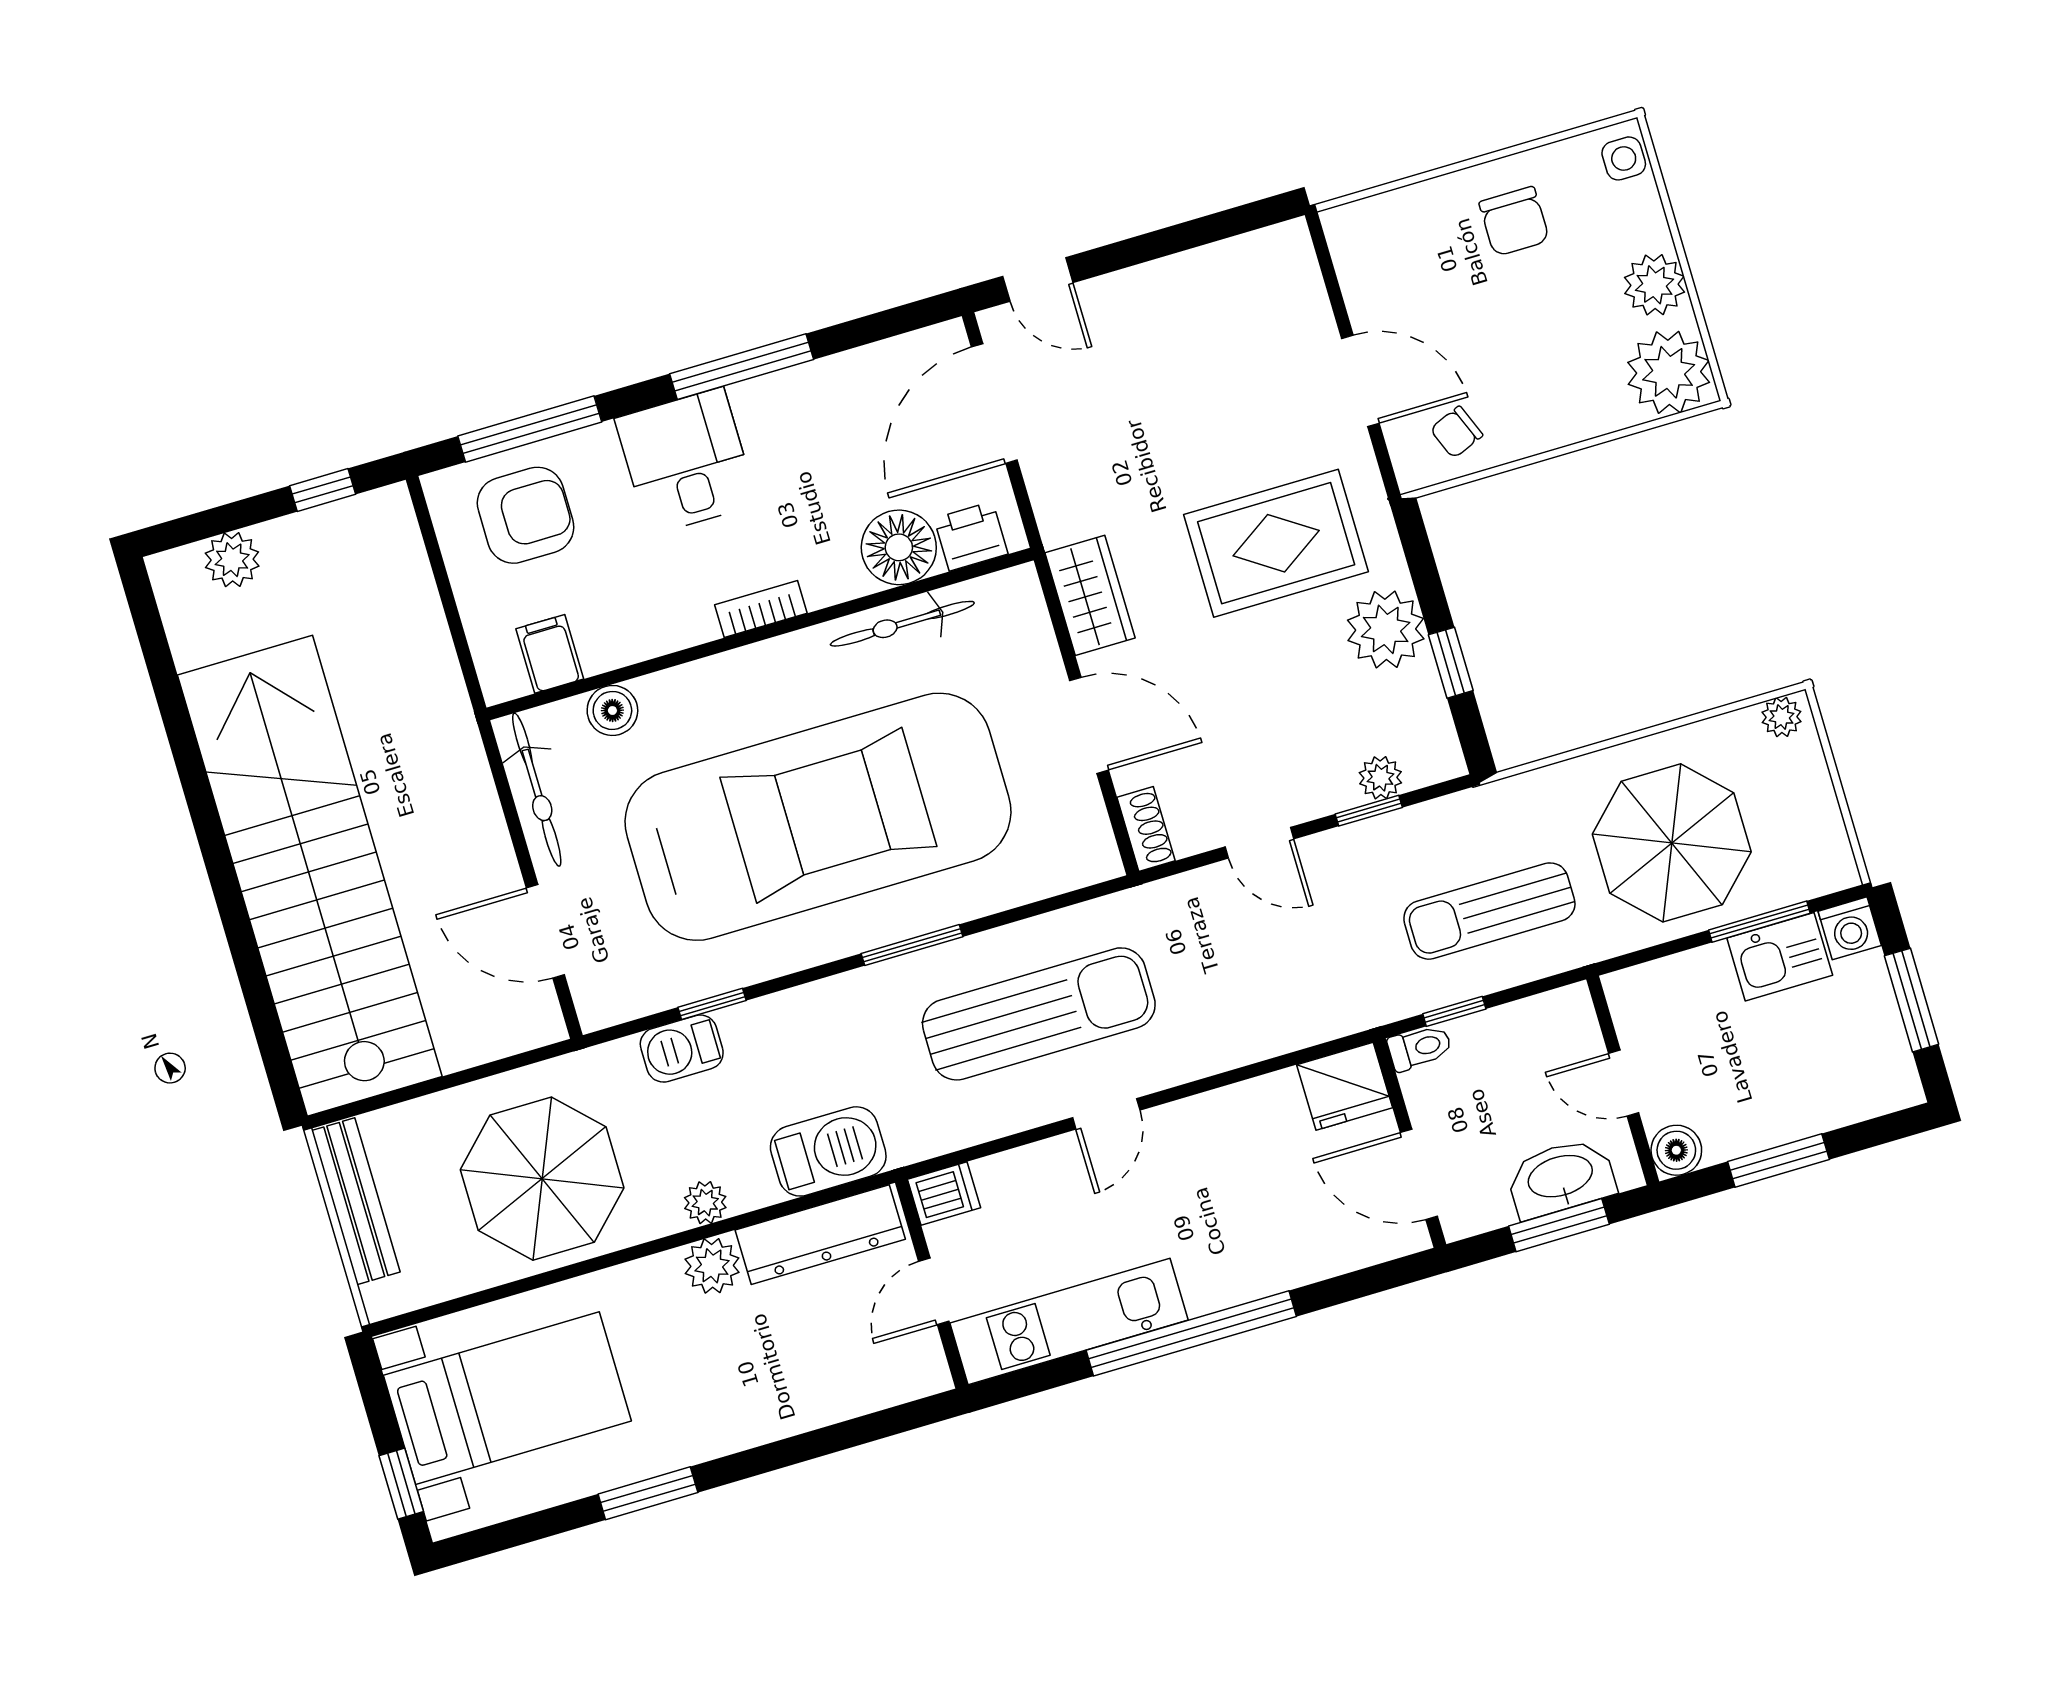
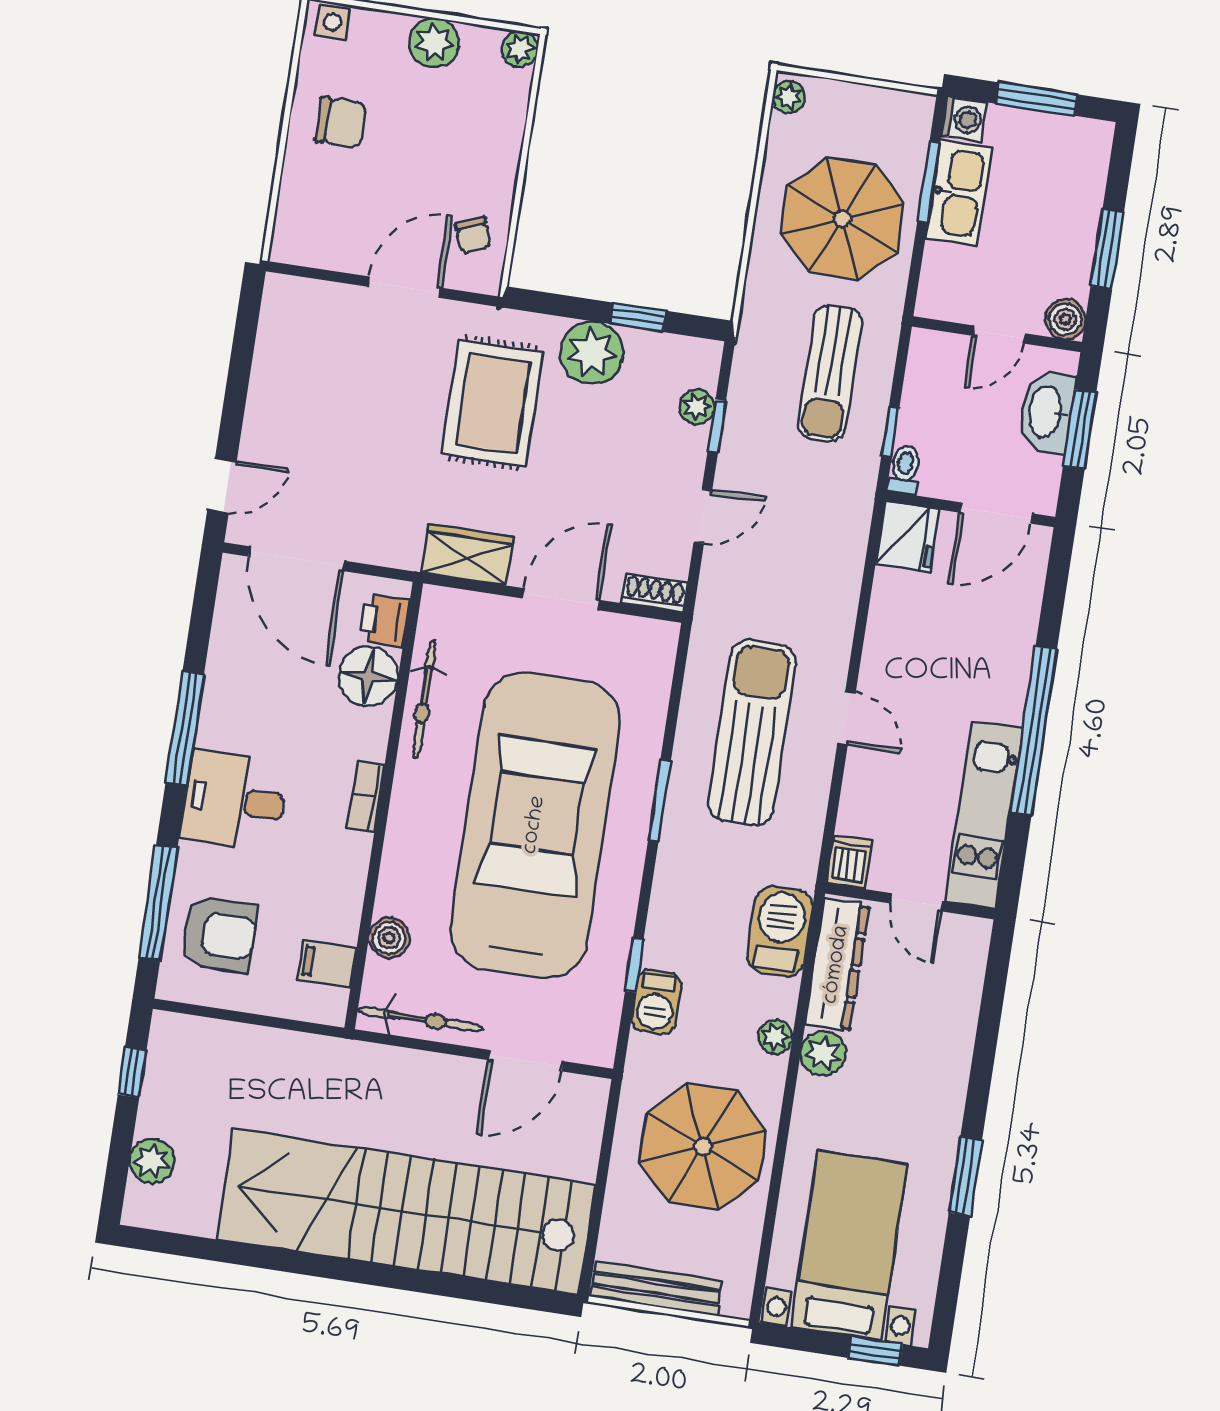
plant: (1669, 372) -> (520, 49), width x0.53, depth x0.53
armchair: (526, 515) -> (219, 934), turned 90
kitchen sink: (1780, 957) -> (959, 193), width x1.38

